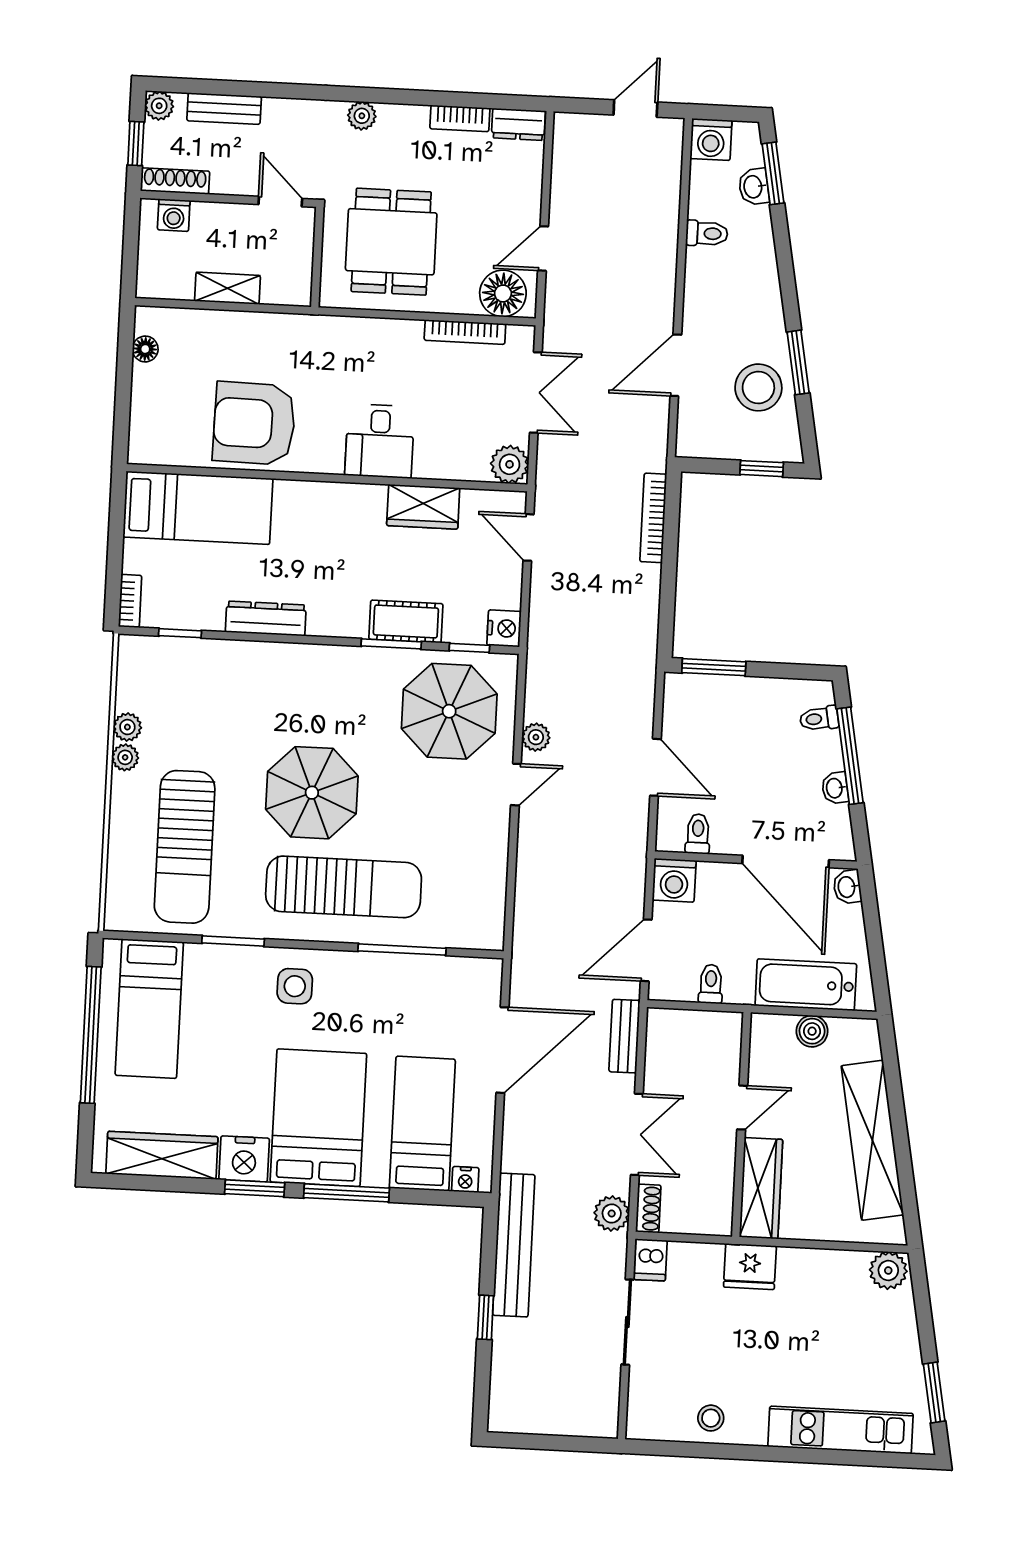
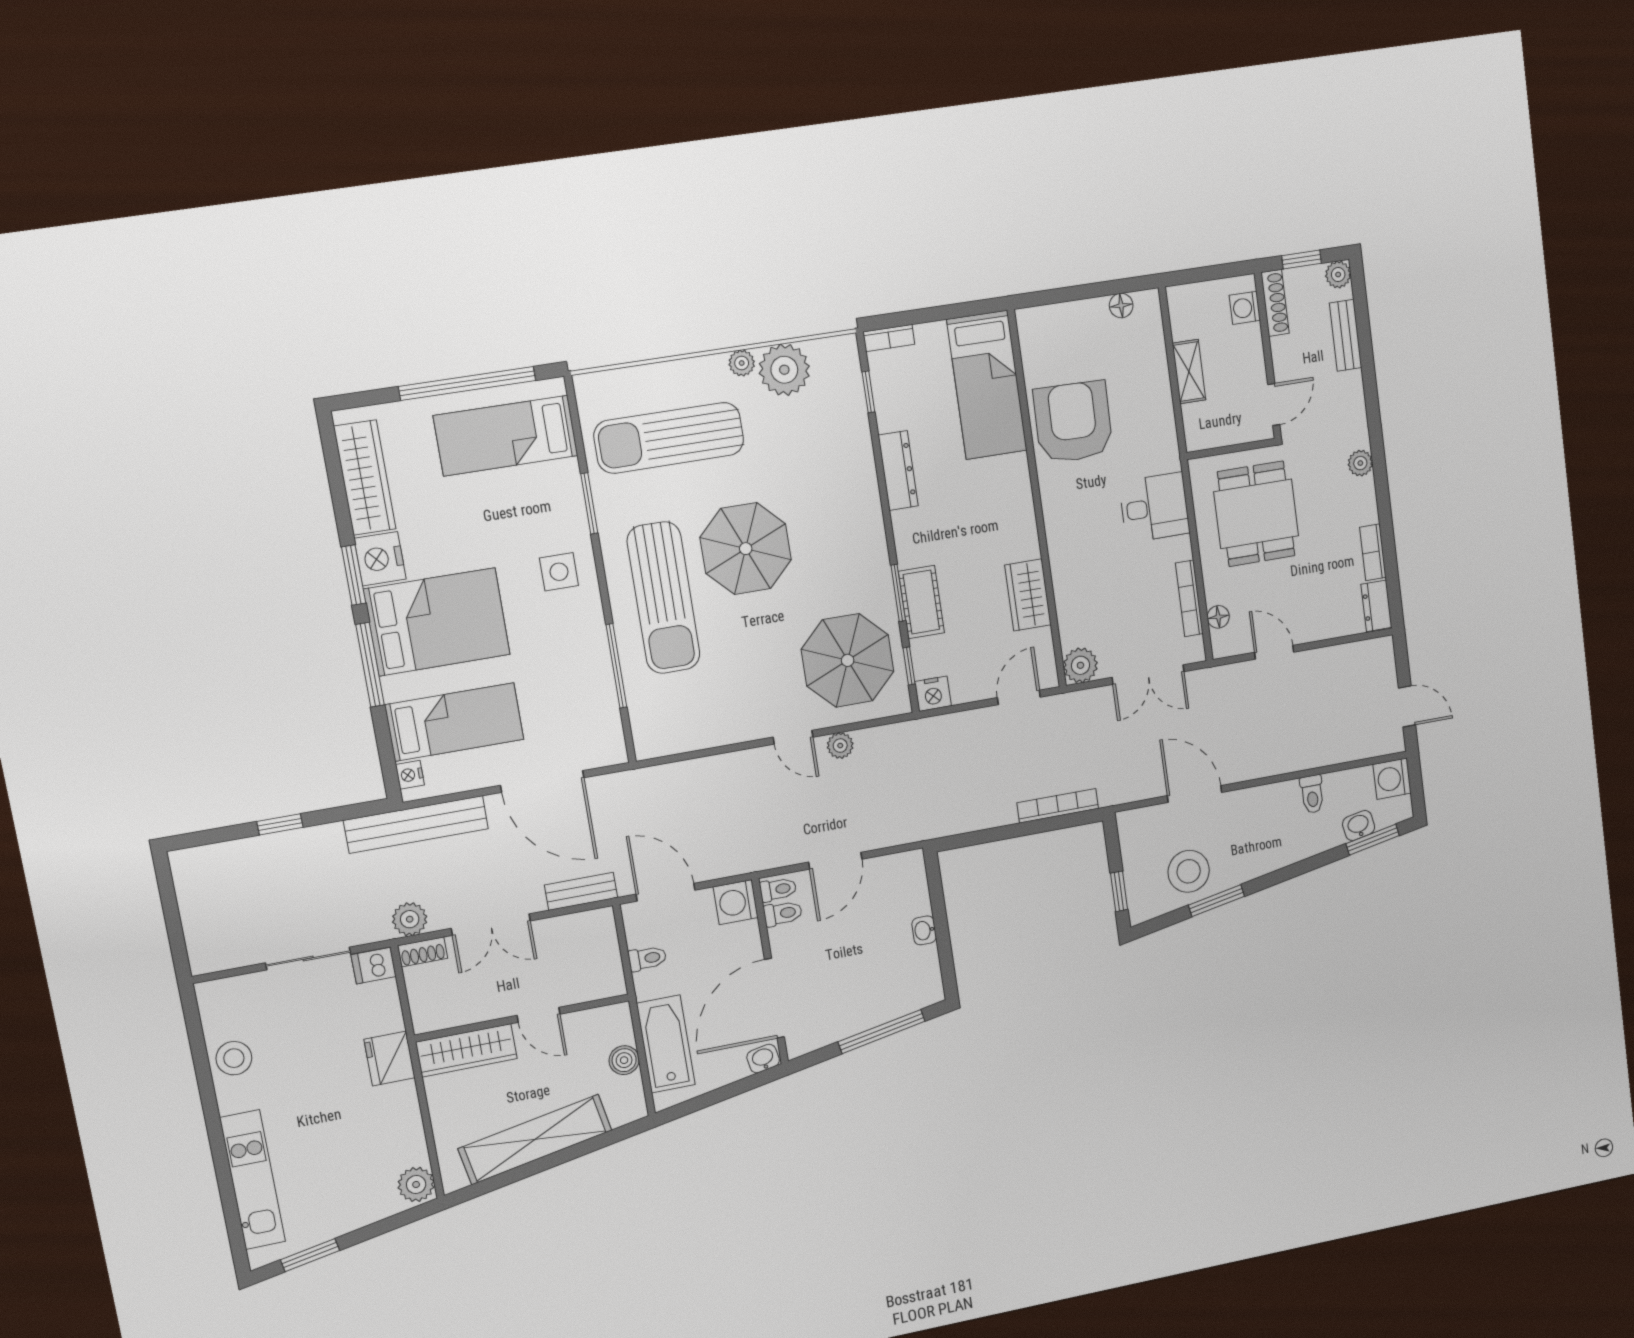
dining table: (391, 242) -> (1256, 514), turned 90
floor lamp: (503, 293) -> (1218, 617), width x0.53, depth x0.53
desk: (380, 441) -> (1154, 507), moved, turned 180
window: (714, 667) -> (936, 891), removed
toilet: (819, 719) -> (778, 889), moved, turned 100
plant: (127, 727) -> (784, 370), width x1.88, depth x1.88
washbasin: (835, 788) -> (924, 930), moved, turned -80
bench: (514, 1245) -> (416, 824), moved
stool: (711, 1418) -> (234, 1058), width x1.37, depth x1.37

